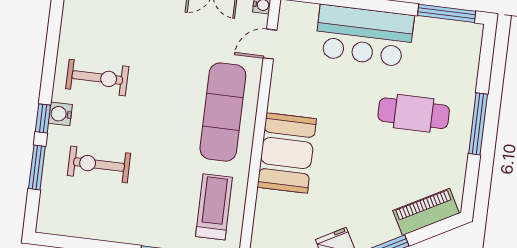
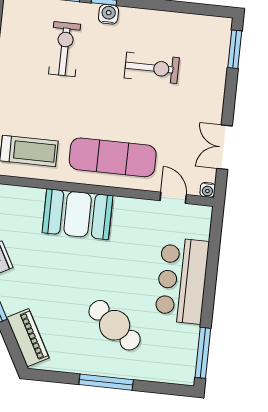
exercise bike: (97, 78) -> (152, 68), moved, turned -90
cafe table: (414, 113) -> (115, 325), turned -52

